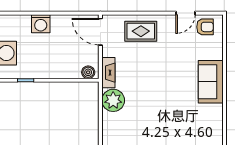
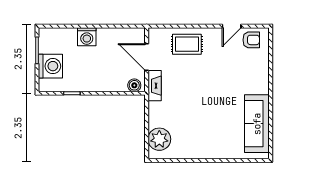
door: (100, 32) -> (147, 57), moved
sofa: (211, 82) -> (257, 124), moved, width x1.36
plant: (113, 100) -> (159, 139), moved

